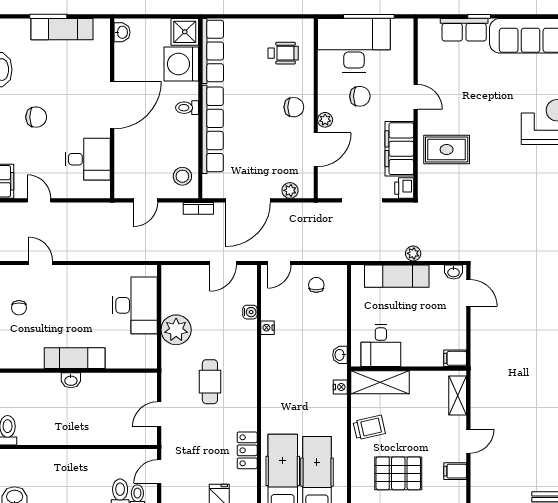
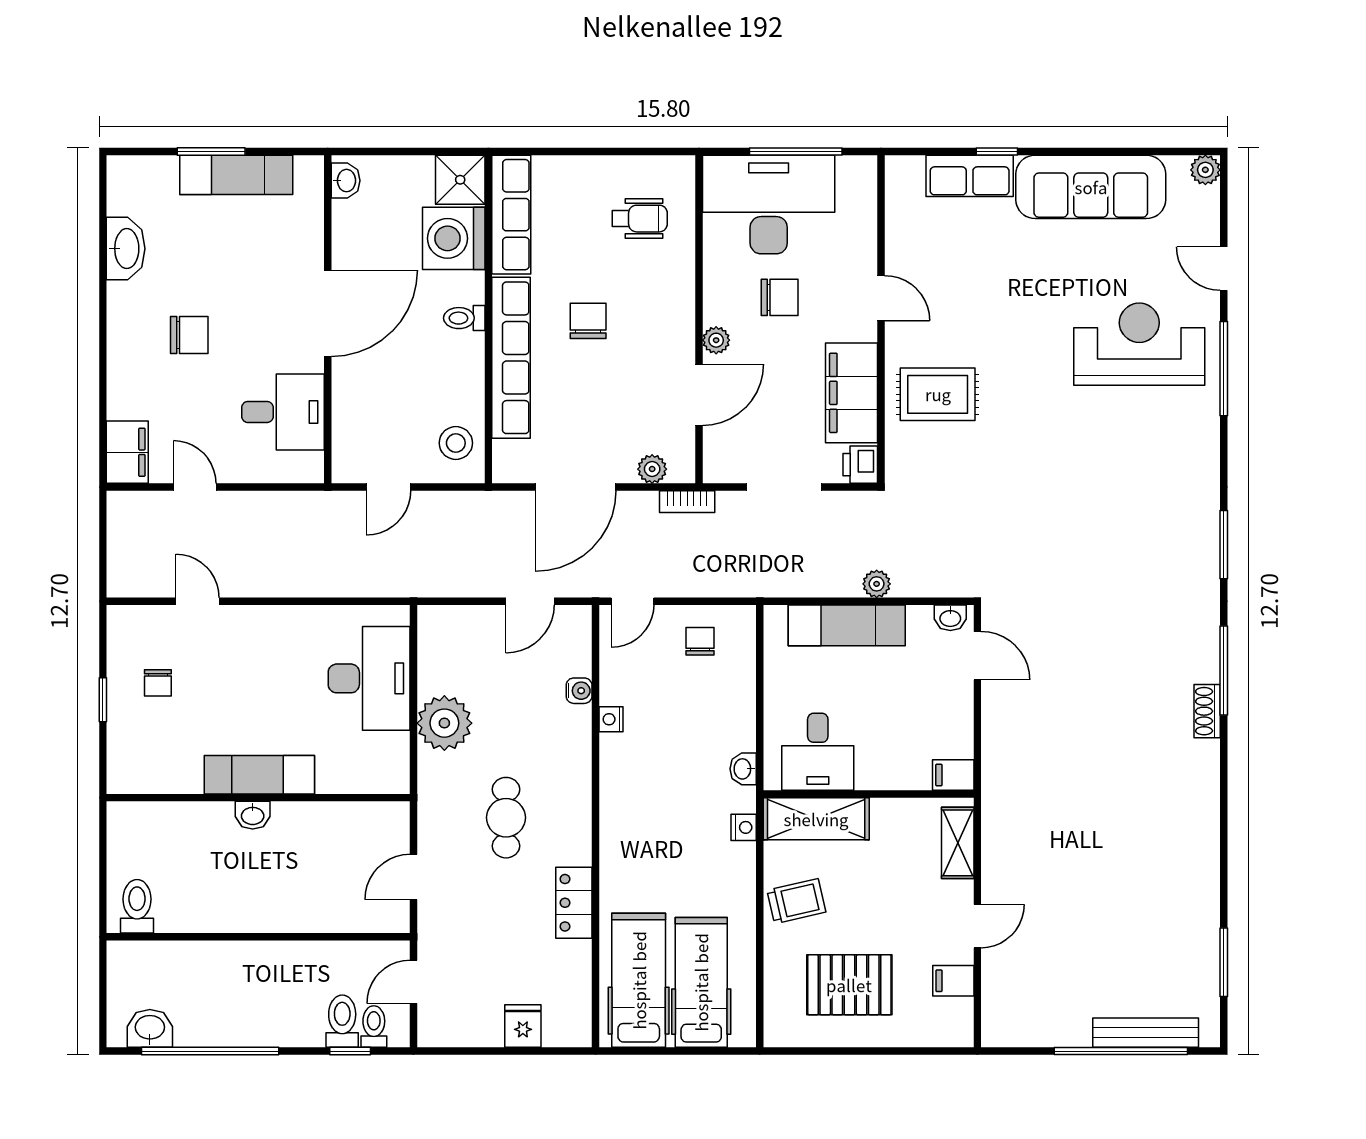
chair: (294, 107) -> (588, 321), moved, turned -90
bookcase: (198, 208) -> (687, 502), moved
locker: (247, 450) -> (574, 903), moved

